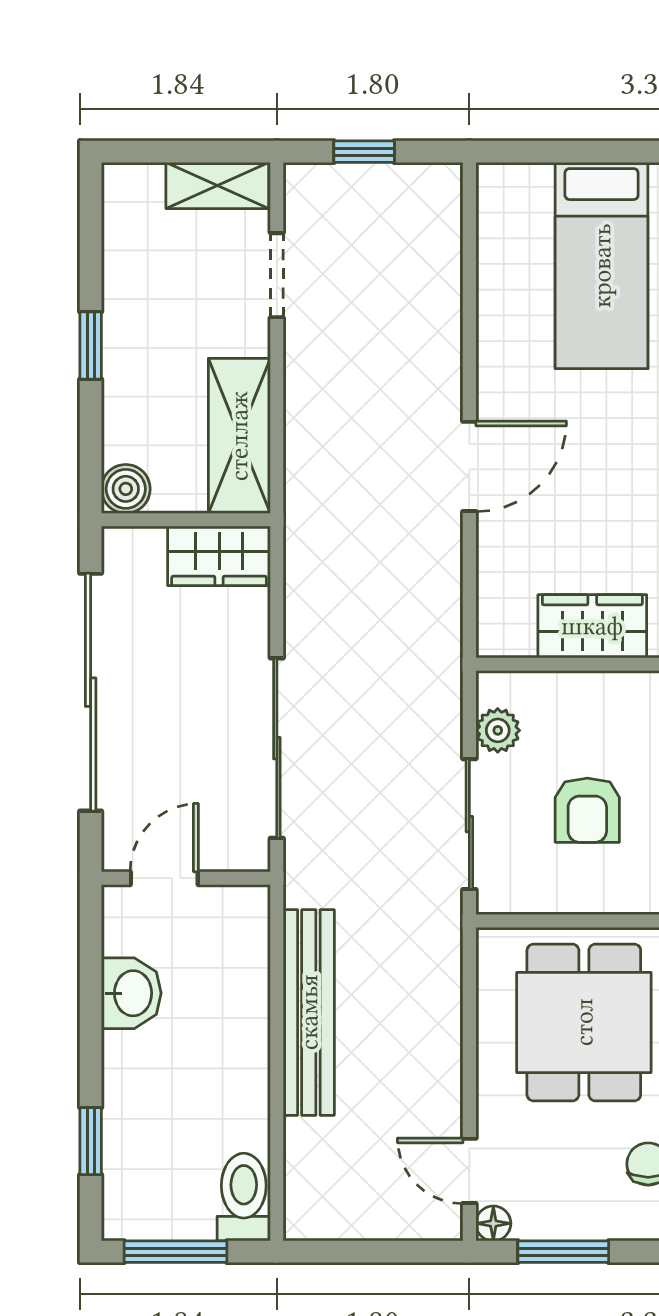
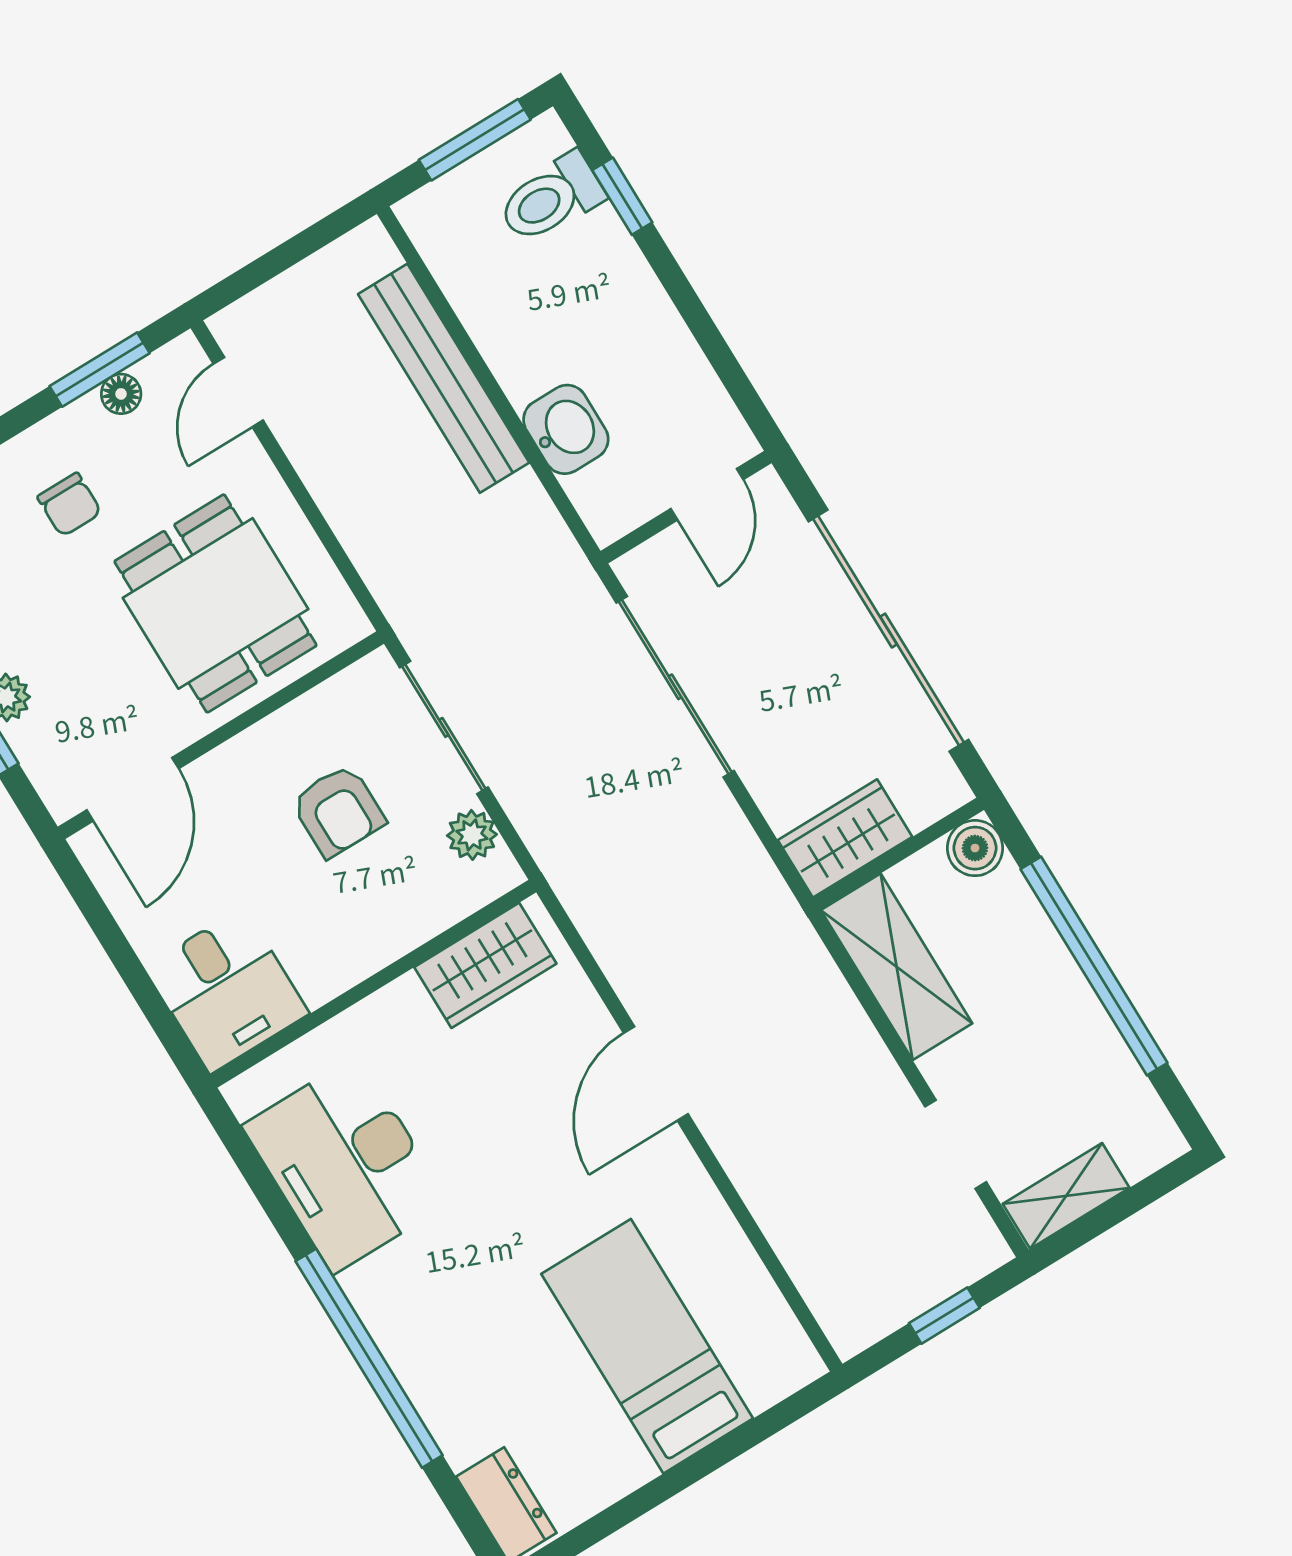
window: (91, 345) -> (1094, 966), width x3.17
wardrobe: (592, 626) -> (485, 965), moved
armchair: (587, 810) -> (338, 811), turned 180
washbasin: (131, 993) -> (566, 429), moved, turned 180
bench: (309, 1012) -> (444, 378), moved
door: (469, 1171) -> (238, 392), swing flipped
toilet: (244, 1197) -> (551, 198), moved, turned 90
floor lamp: (493, 1223) -> (121, 394), moved

